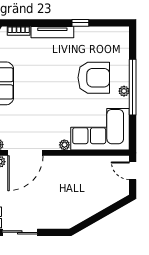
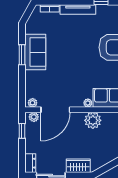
plant: (71, 166) -> (93, 120), added
wardrobe: (53, 221) -> (78, 166), added

